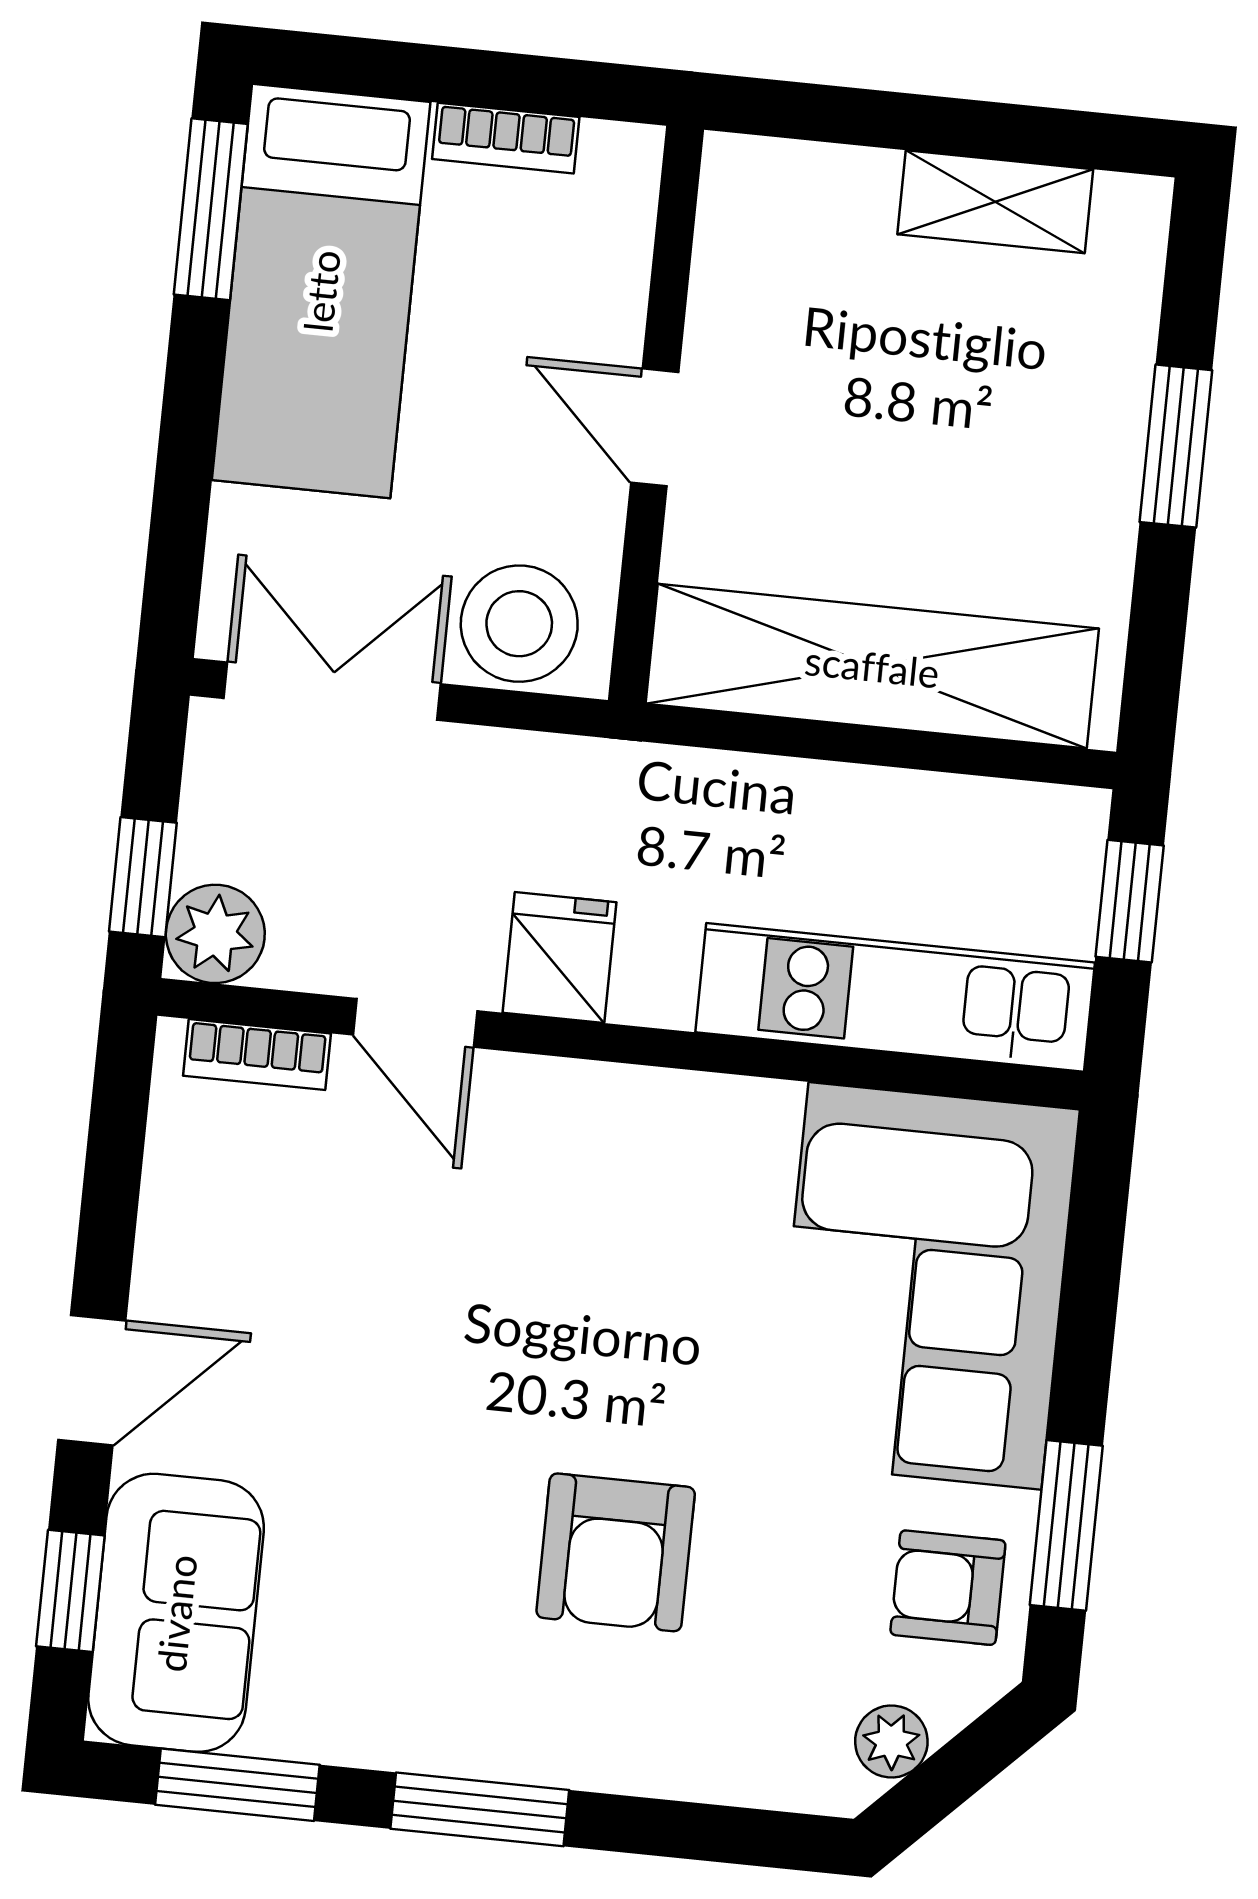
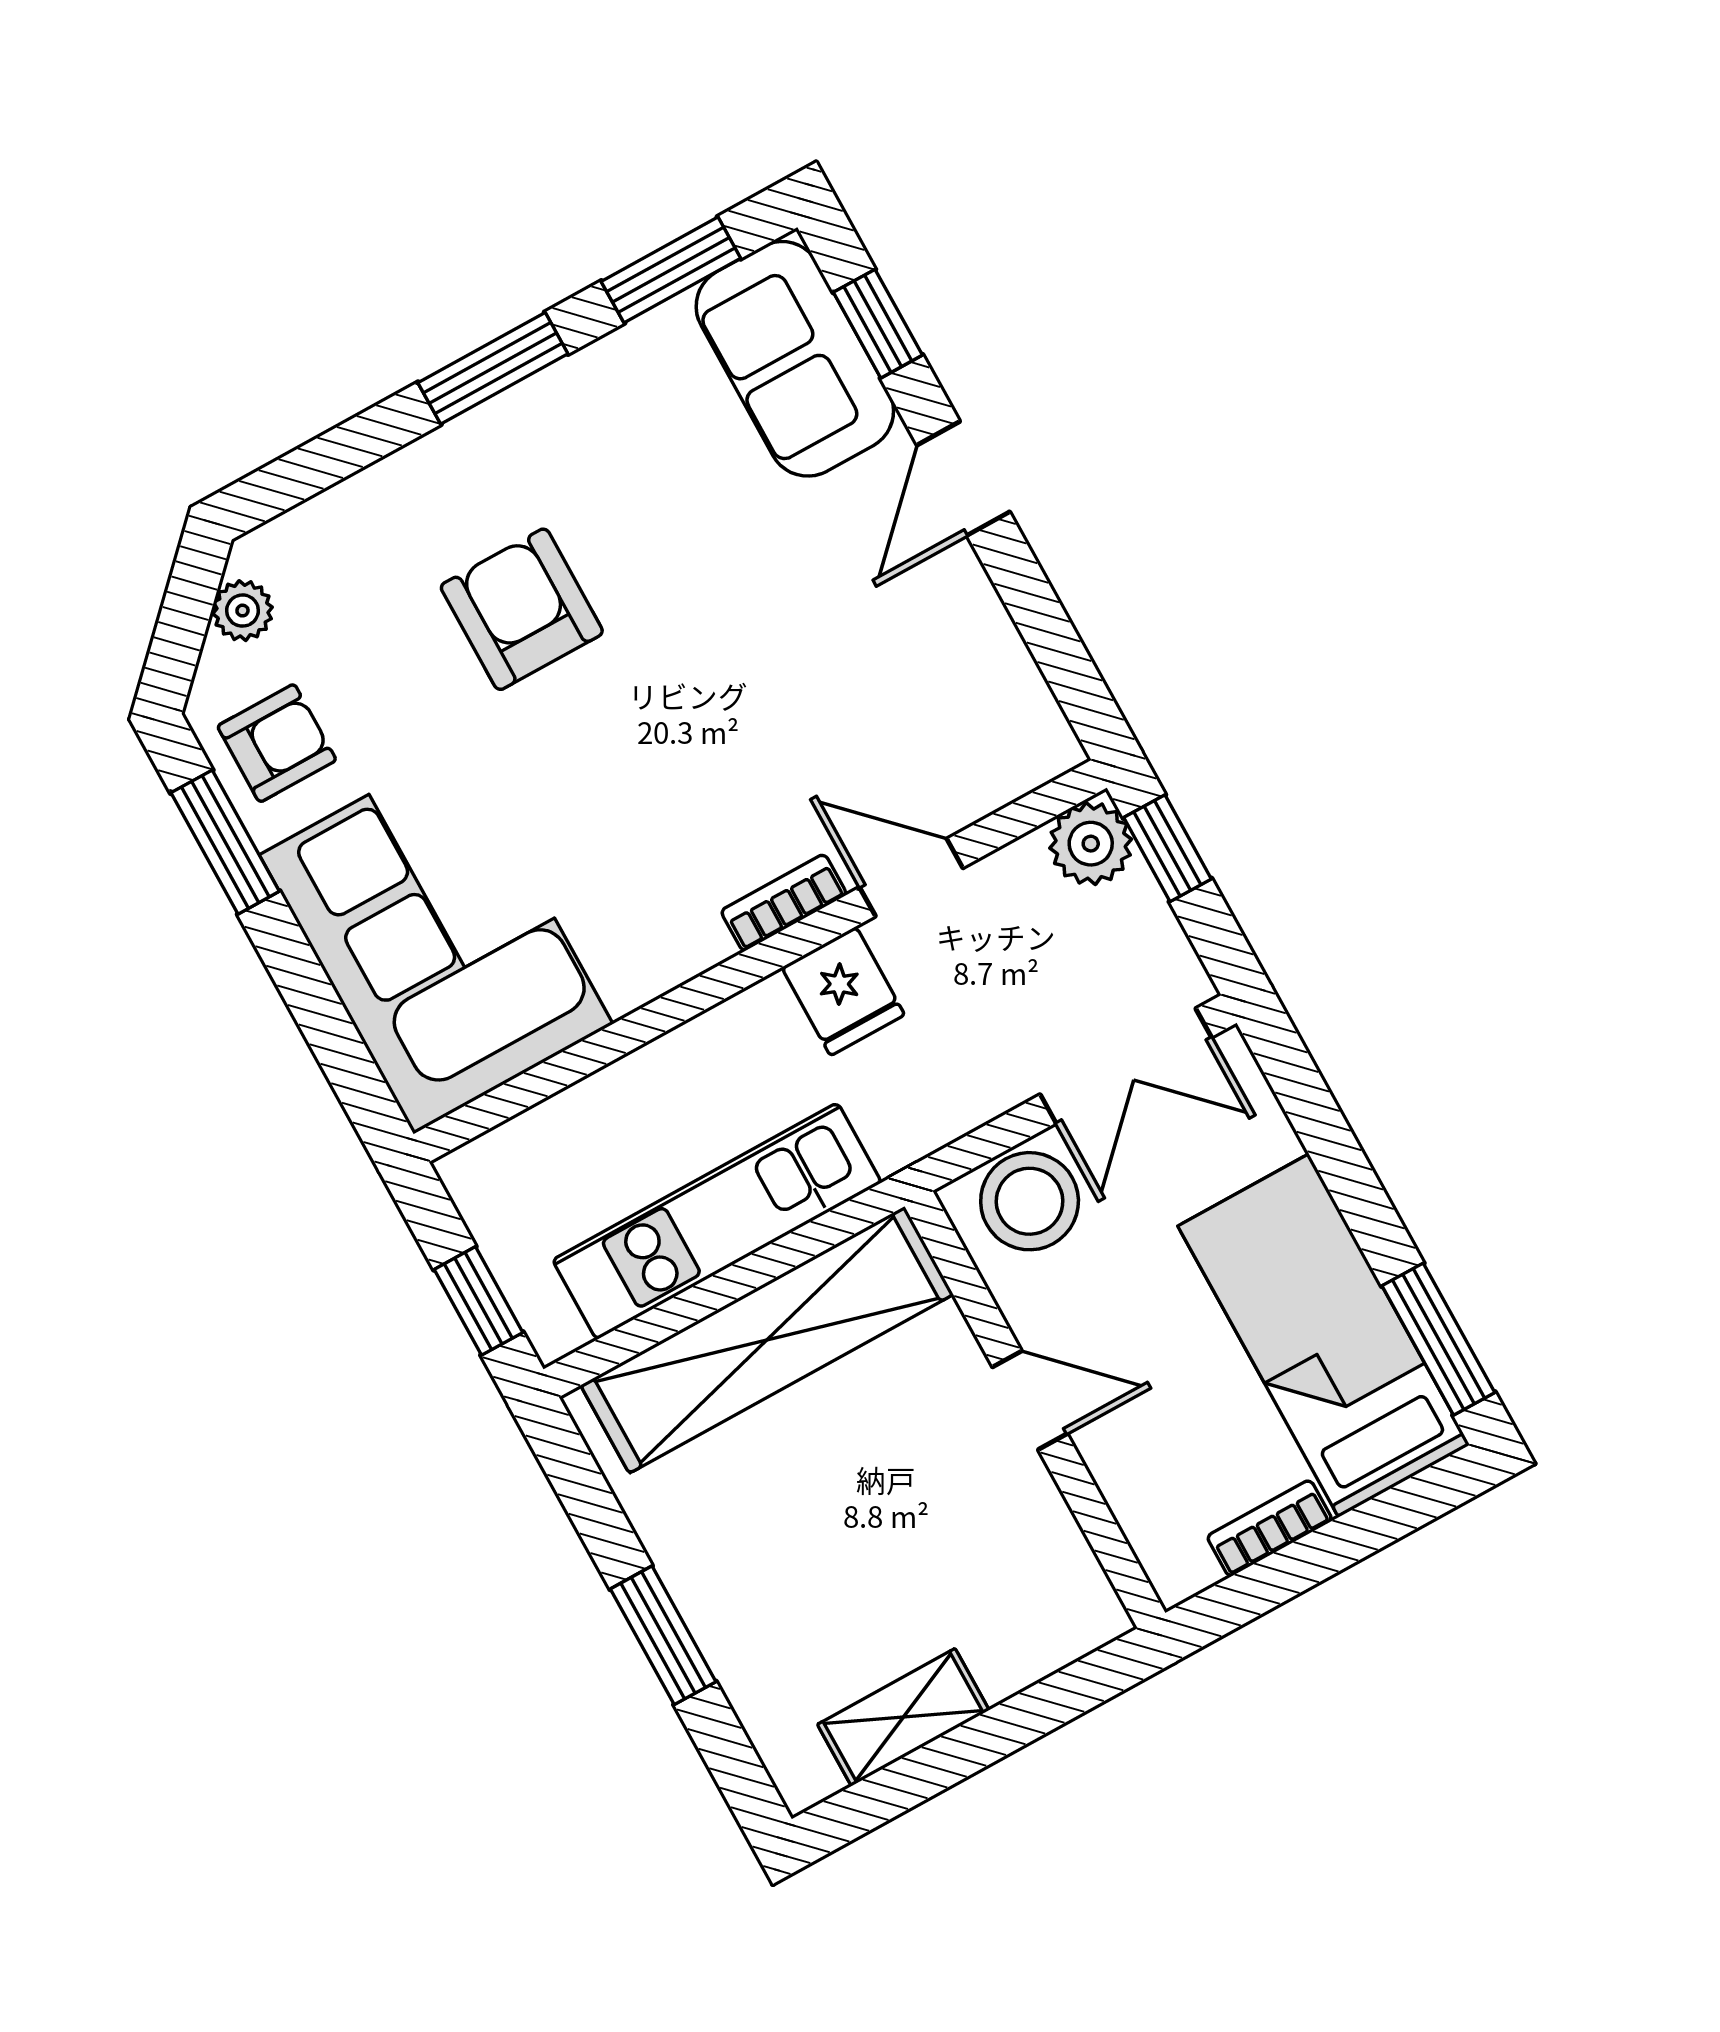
kitchen unit: (895, 997) -> (717, 1221), moved, turned 180
bookcase: (257, 1055) -> (784, 903), moved

